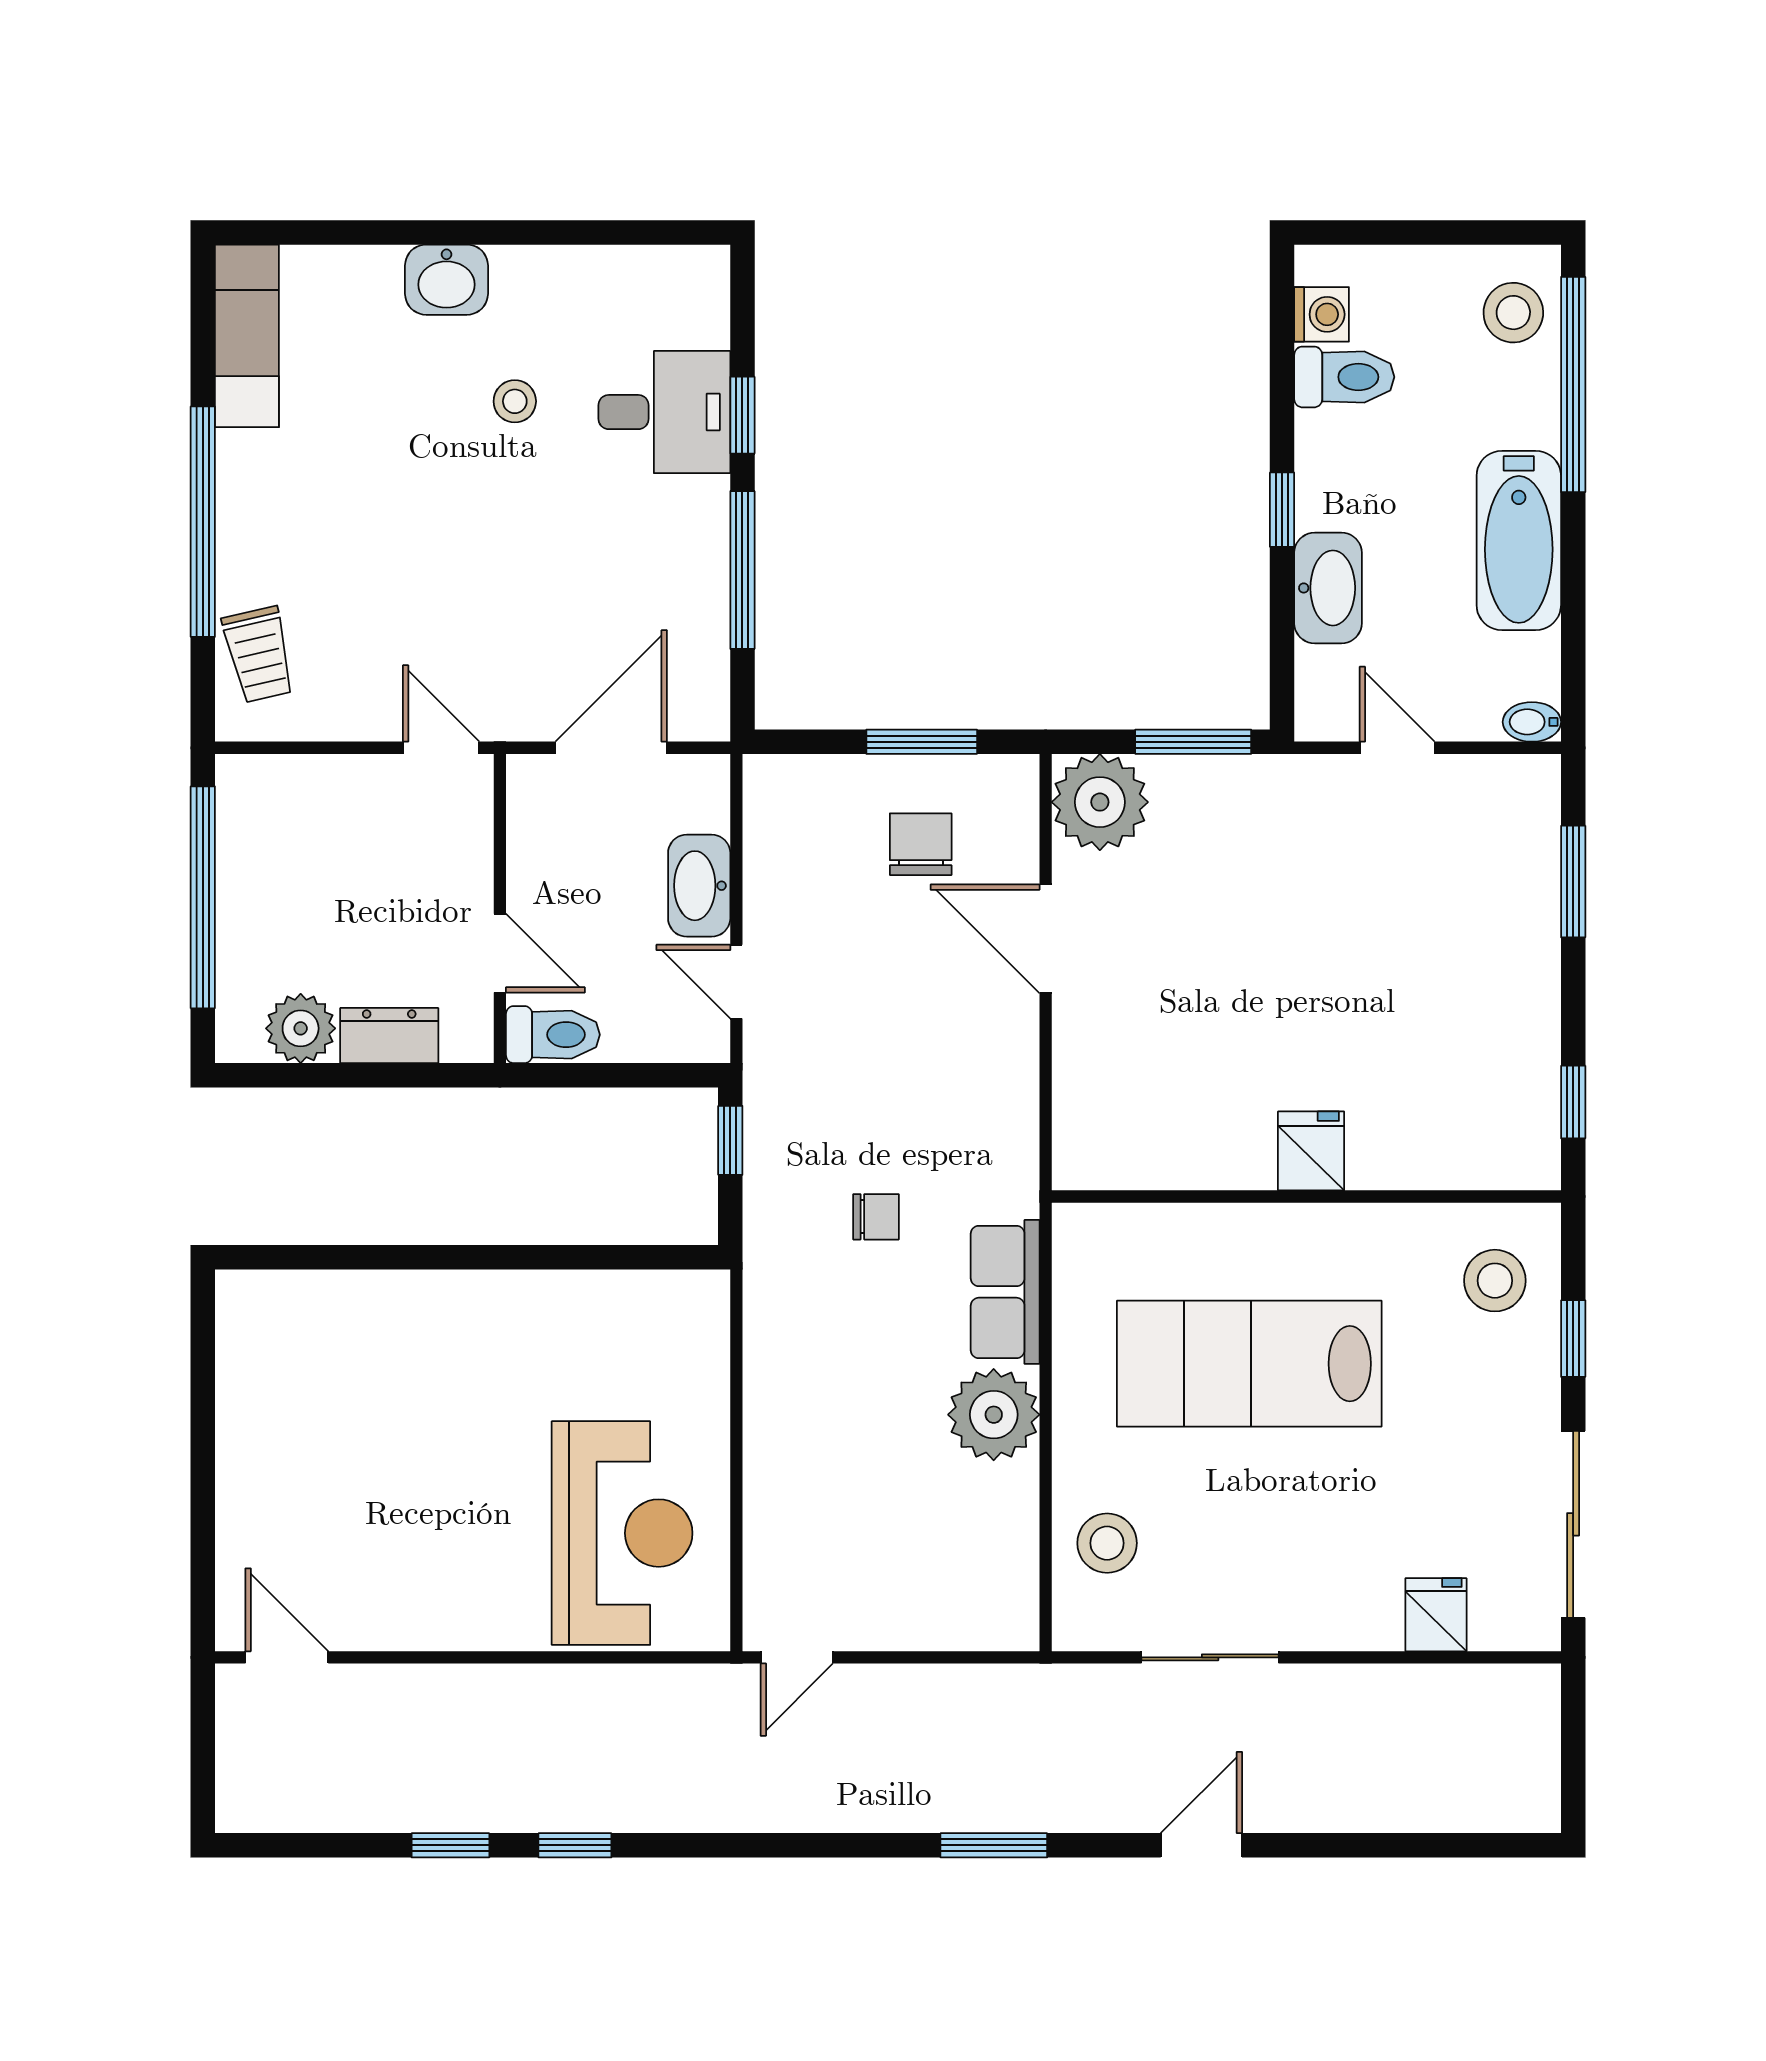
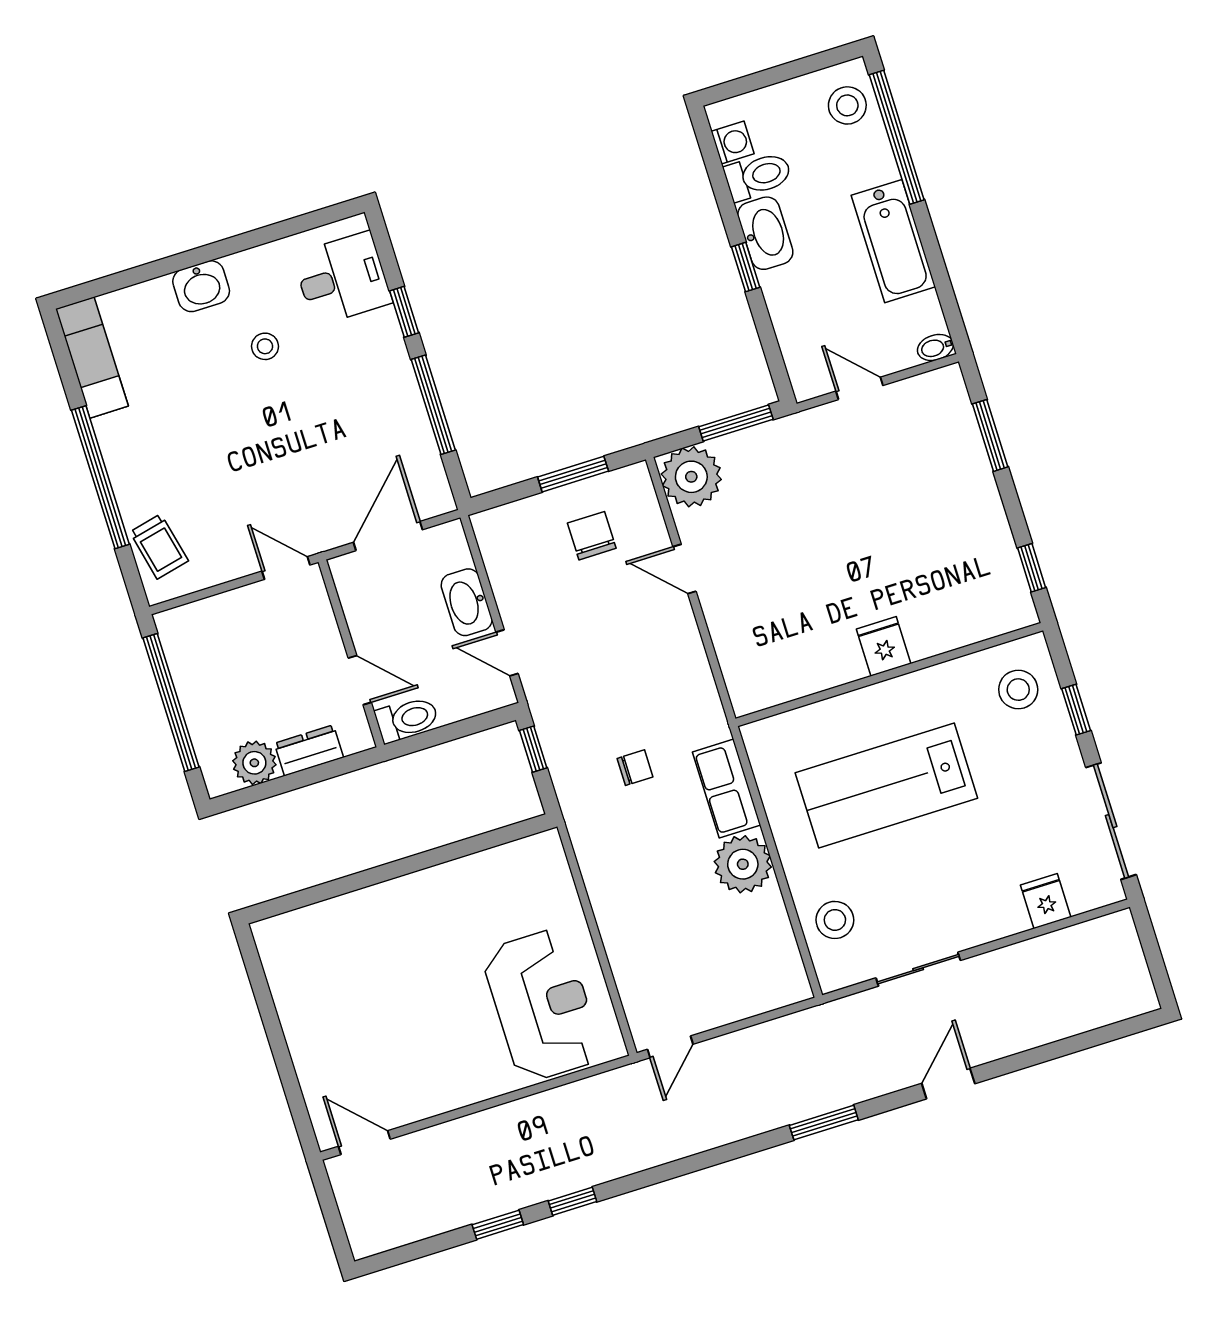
desk: (664, 412) -> (342, 279), moved
washbasin: (1328, 588) -> (765, 233), moved
door: (1046, 939) -> (684, 569), width x0.73

